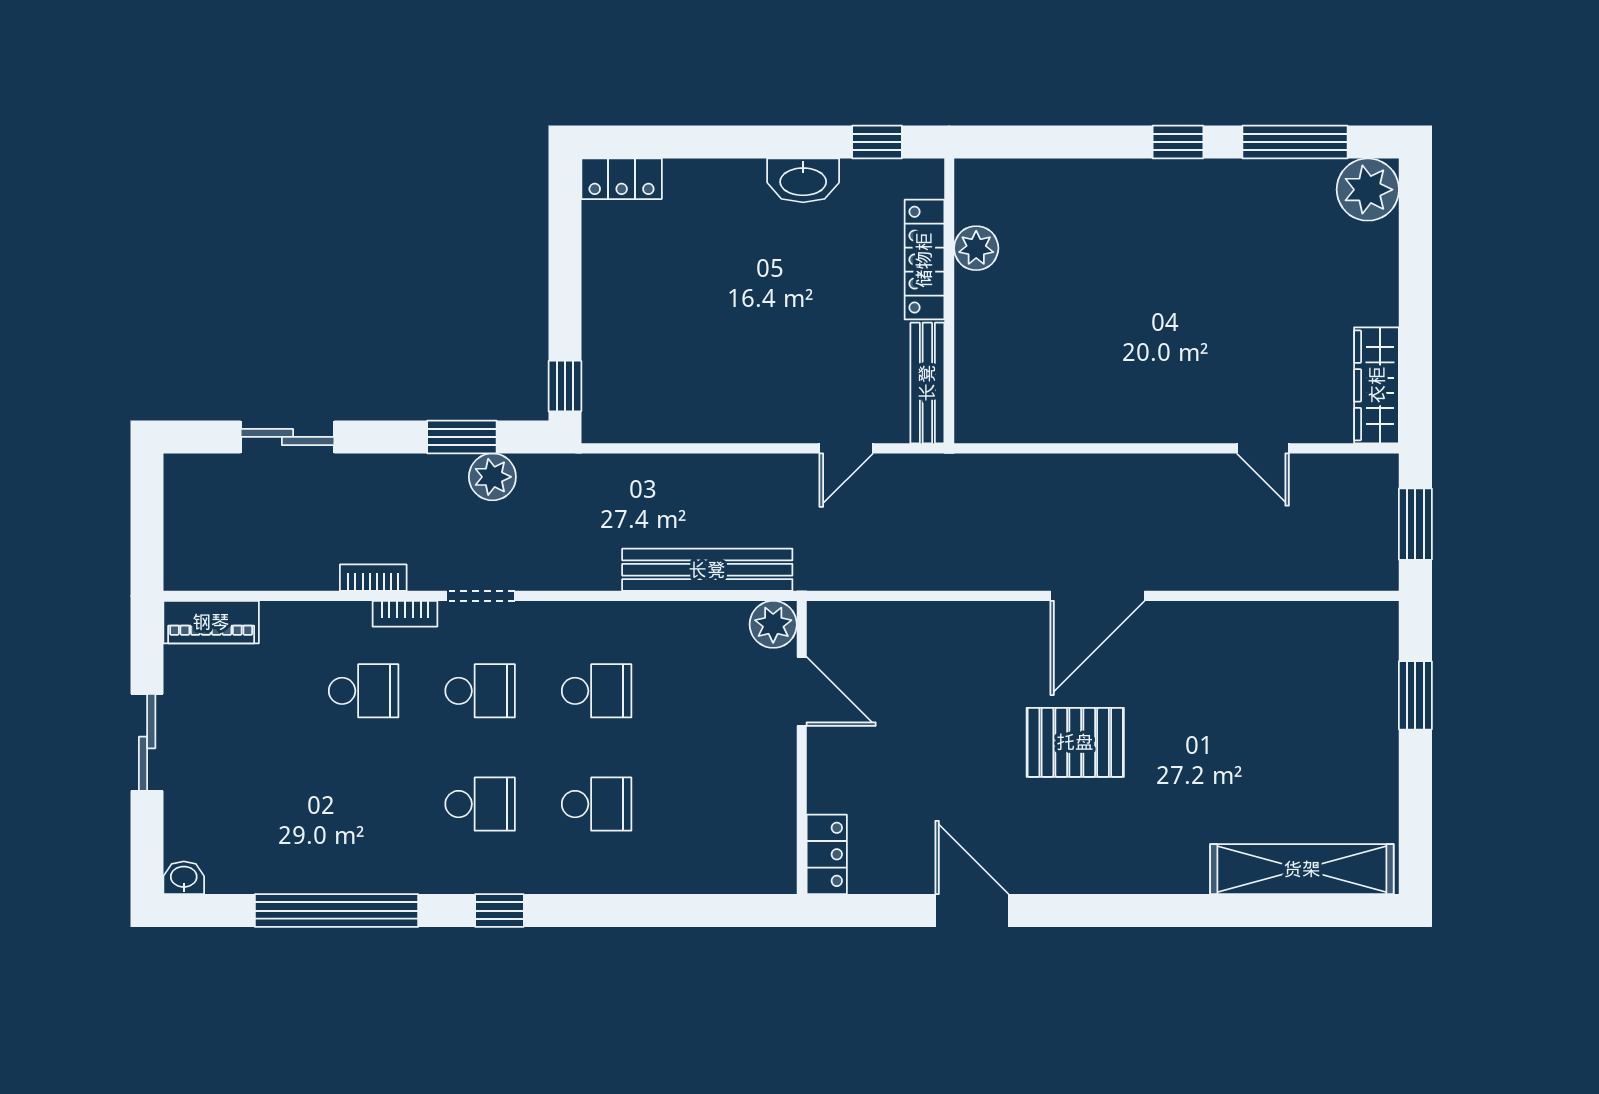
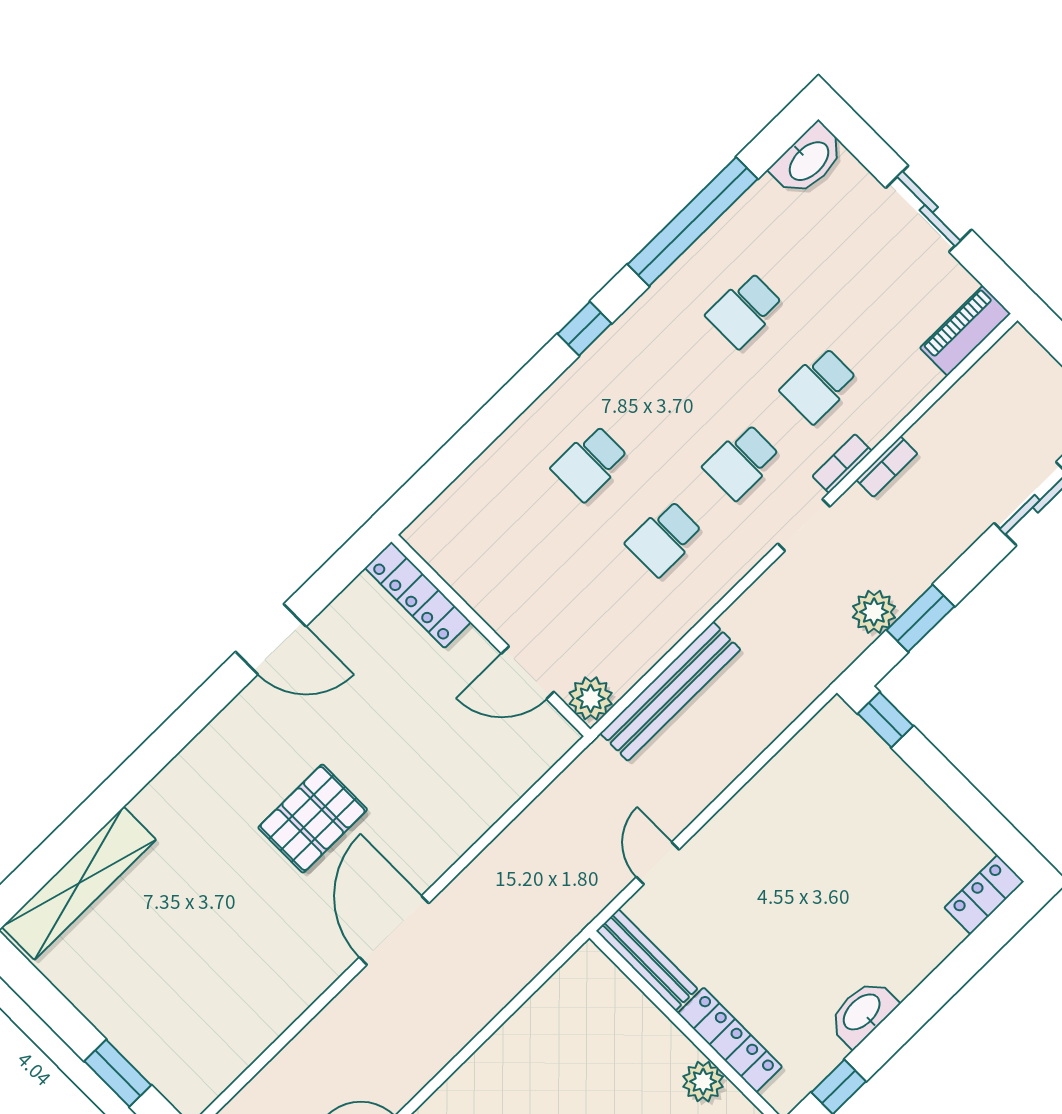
school desk: (480, 804) -> (745, 310), moved
locker: (827, 854) -> (418, 595), width x1.53
washbasin: (184, 878) -> (808, 160), width x1.91, depth x1.45

